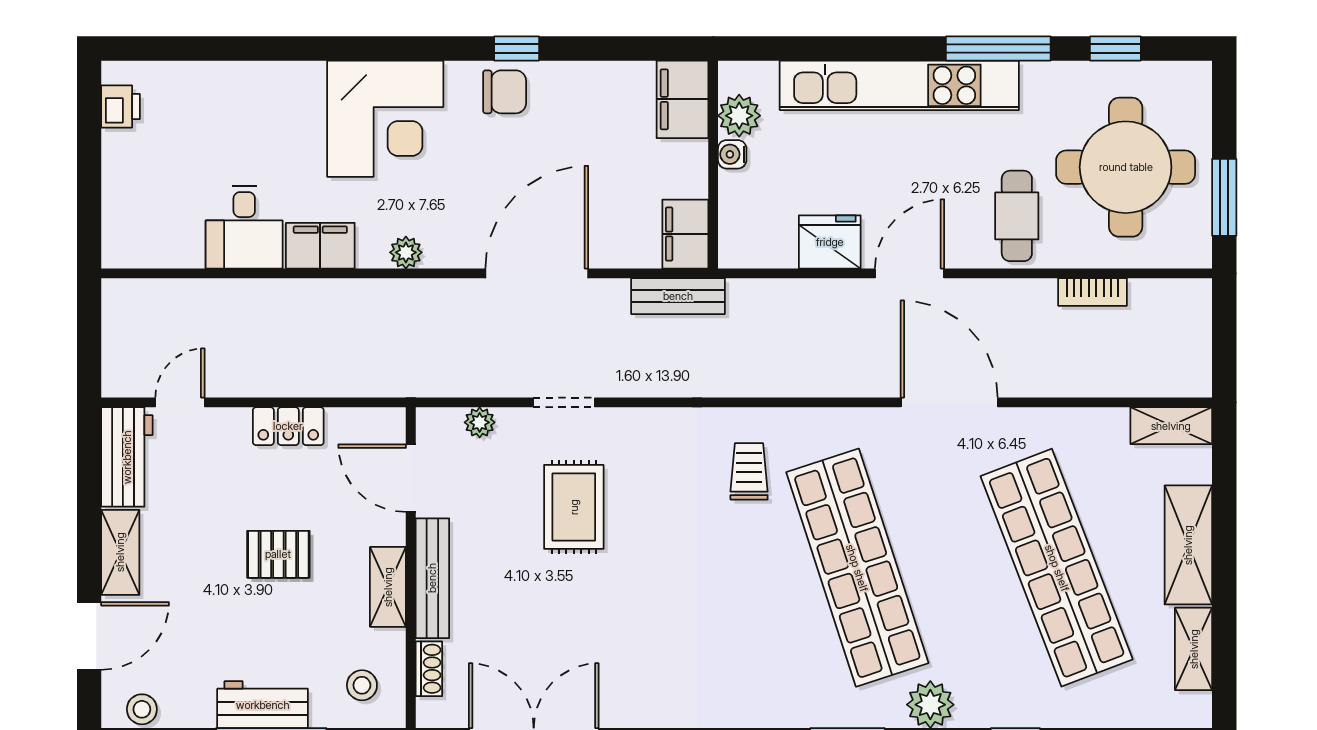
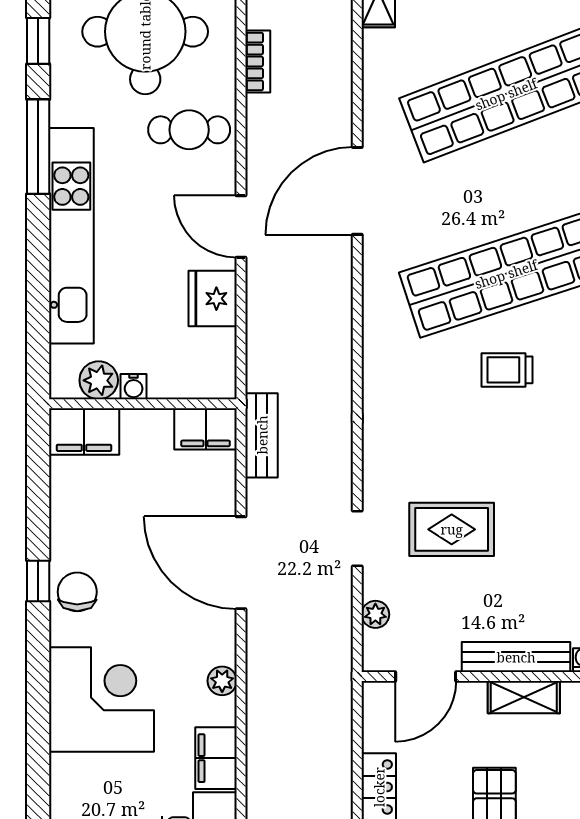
trolley: (749, 471) -> (507, 370), moved

